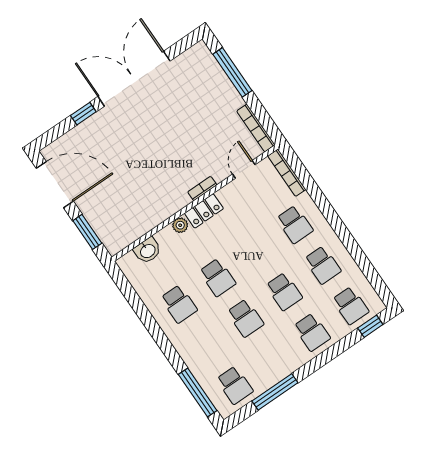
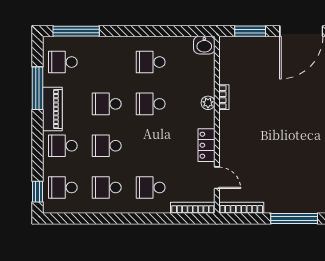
bookcase: (202, 188) -> (224, 97), moved
locker: (204, 211) -> (207, 145), moved
washbasin: (147, 251) -> (204, 45), moved, turned -90
piano: (285, 365) -> (52, 109), added

